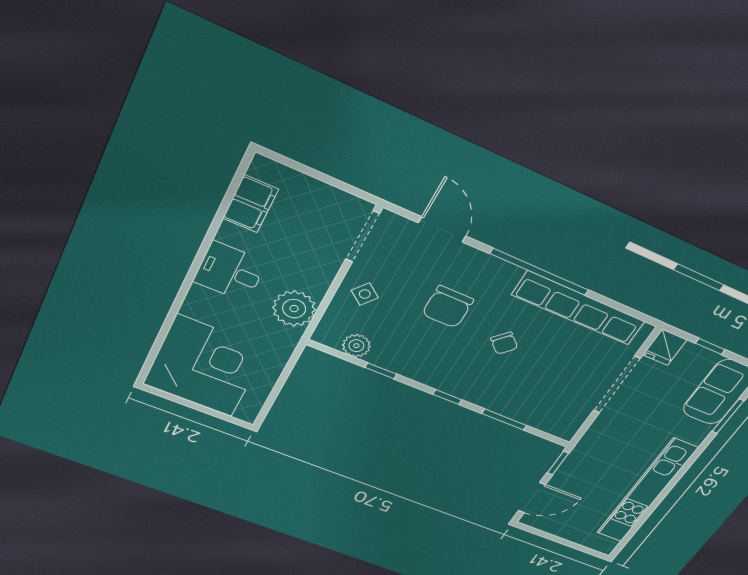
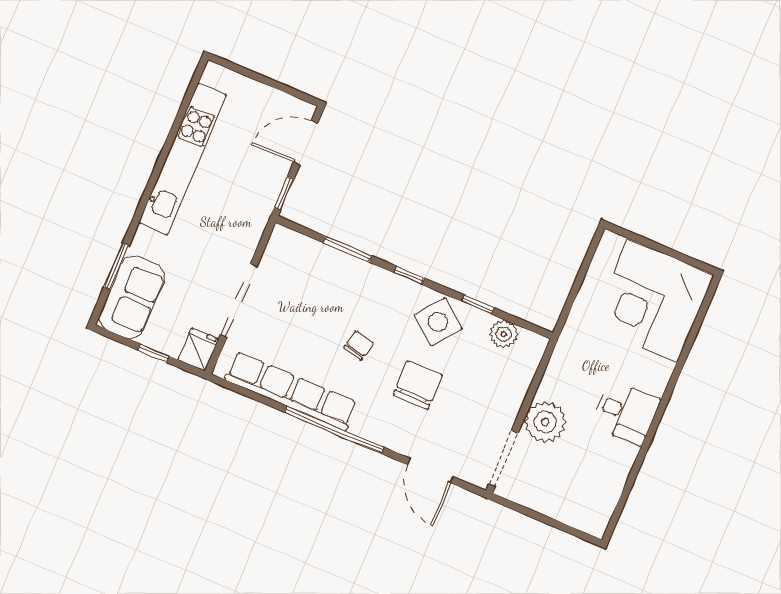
filing cabinet: (251, 204) -> (606, 487), removed
side table: (365, 294) -> (438, 322), moved, width x1.87, depth x1.87
plant: (294, 309) -> (545, 422), moved
chair: (504, 343) -> (359, 345), turned 61

